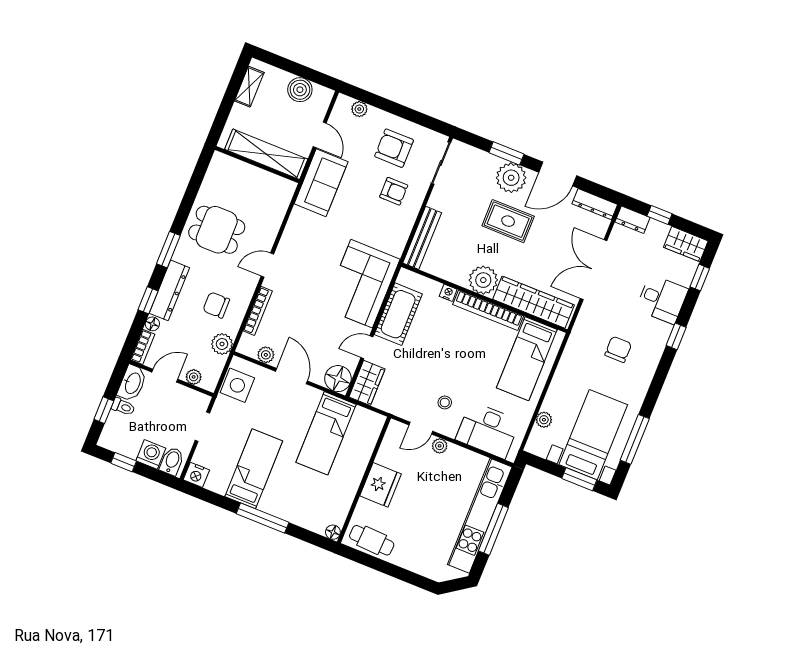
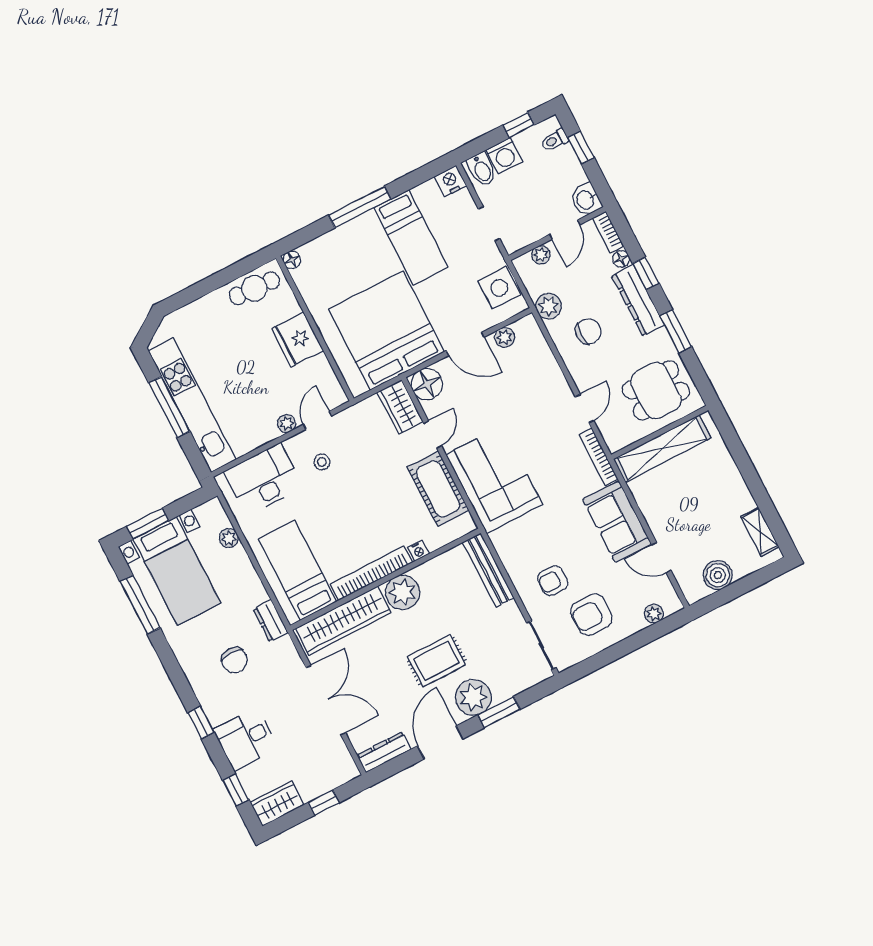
armchair: (394, 148) -> (591, 615), turned 180
shelving: (266, 154) -> (662, 449), moved
wall: (257, 165) -> (660, 432), moved
dresser: (632, 220) -> (270, 621), moved, turned -90
bookcase: (258, 311) -> (598, 457), moved
washbasin: (132, 383) -> (586, 200), width x0.72
toilet: (123, 407) -> (555, 140), moved
bed: (326, 433) -> (387, 330), width x2.04

